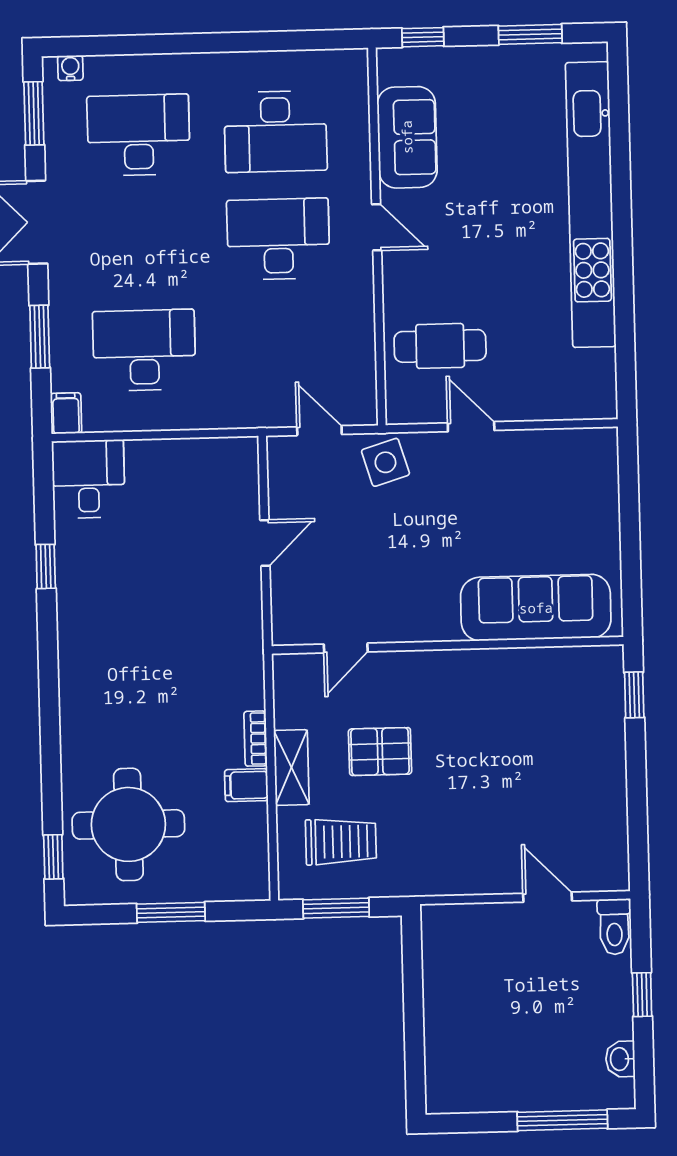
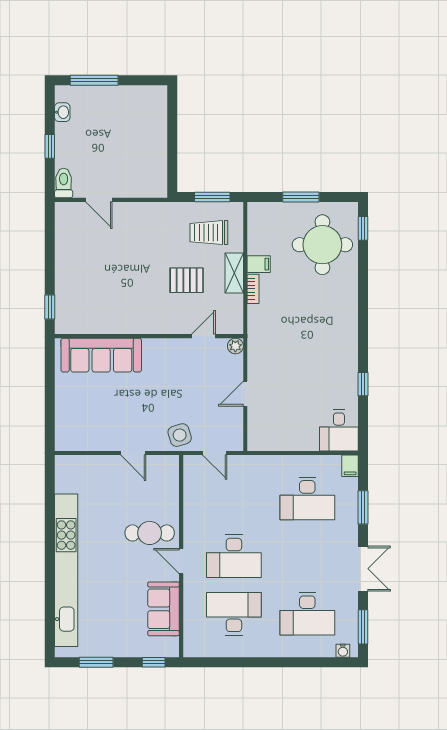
cafe table: (440, 346) -> (150, 533), moved
plant: (286, 631) -> (235, 346), added

